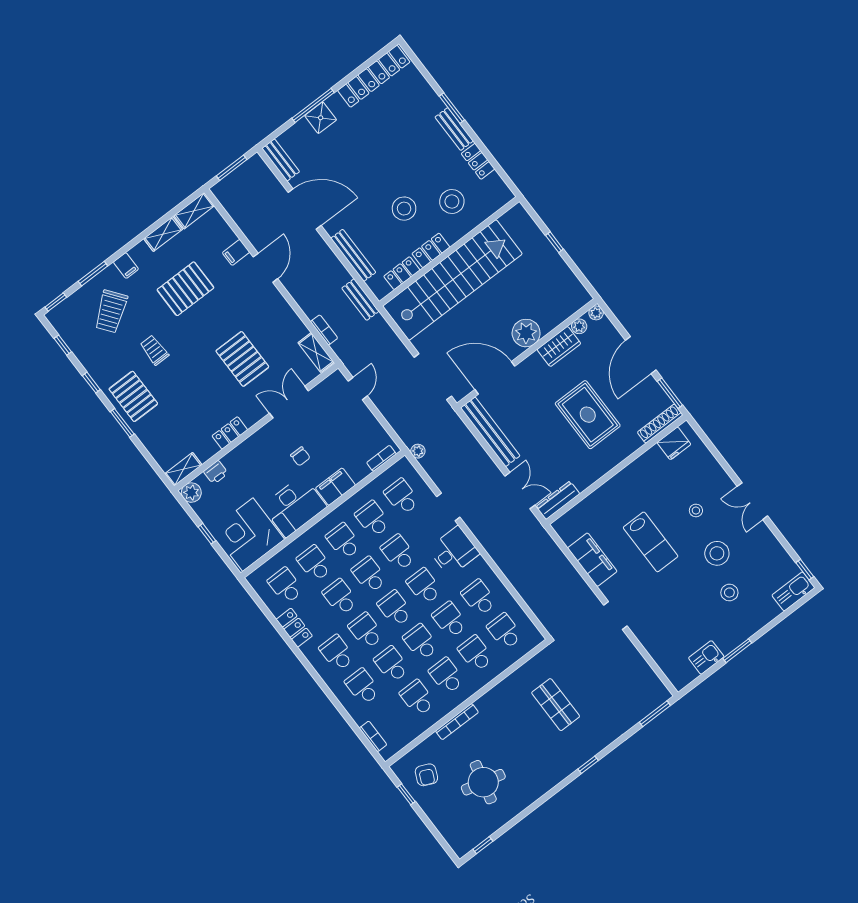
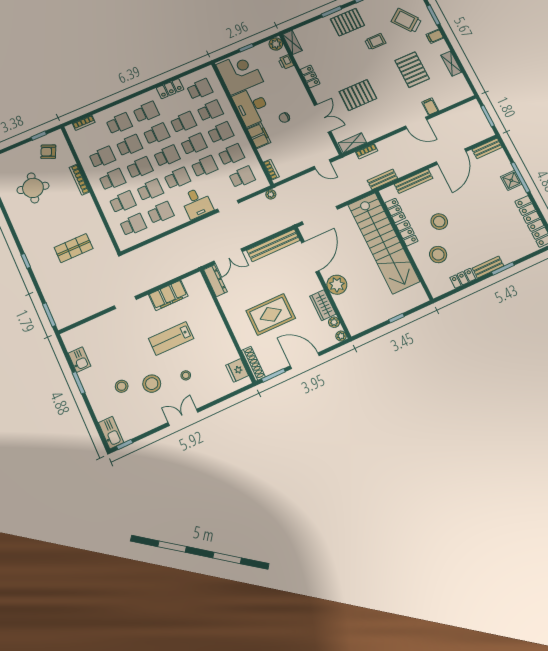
shelving: (194, 211) -> (463, 86), removed

